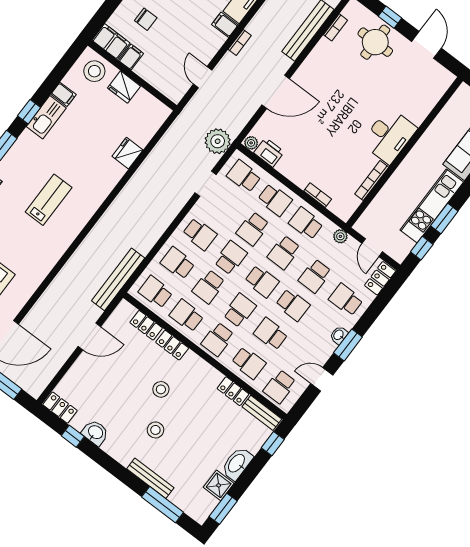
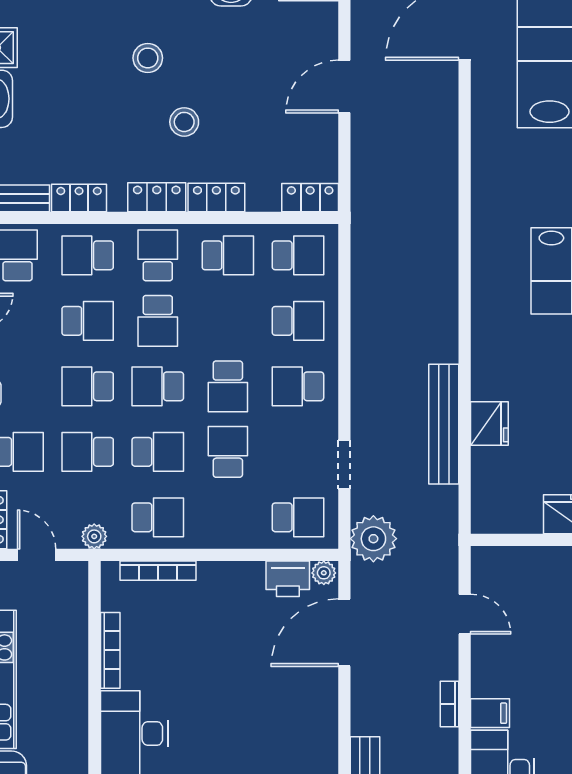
door: (276, 92) -> (344, 633), moved
bookcase: (318, 195) -> (158, 571), width x1.56
school desk: (275, 200) -> (228, 517), removed
school desk: (284, 252) -> (158, 452), turned 90
school desk: (315, 276) -> (88, 452), turned -90
bench: (118, 279) -> (444, 424), moved
school desk: (209, 287) -> (228, 321), removed
locker: (146, 325) -> (310, 198), moved
door: (89, 336) -> (344, 87), moved
locker: (198, 365) -> (157, 197), added

